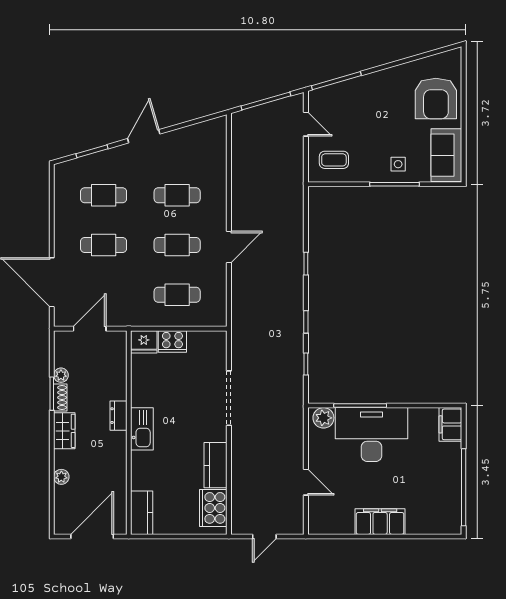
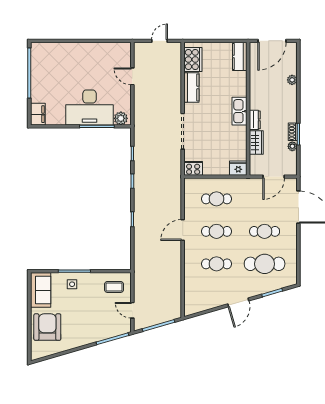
cafe table: (104, 195) -> (265, 264), width x1.37, depth x1.35
cooker: (172, 341) -> (193, 168), moved
wardrobe: (64, 431) -> (256, 142), moved, turned 180
filing cabinet: (380, 522) -> (84, 51), removed

